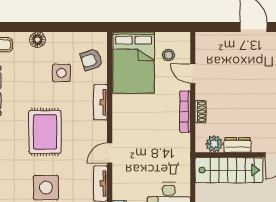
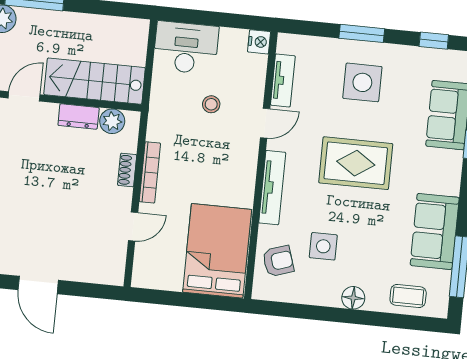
stool: (168, 55) -> (211, 104), moved
door: (193, 73) -> (133, 226), hinge flipped
tv unit: (100, 102) -> (272, 188), width x1.41
rug: (45, 132) -> (356, 163), turned 90

